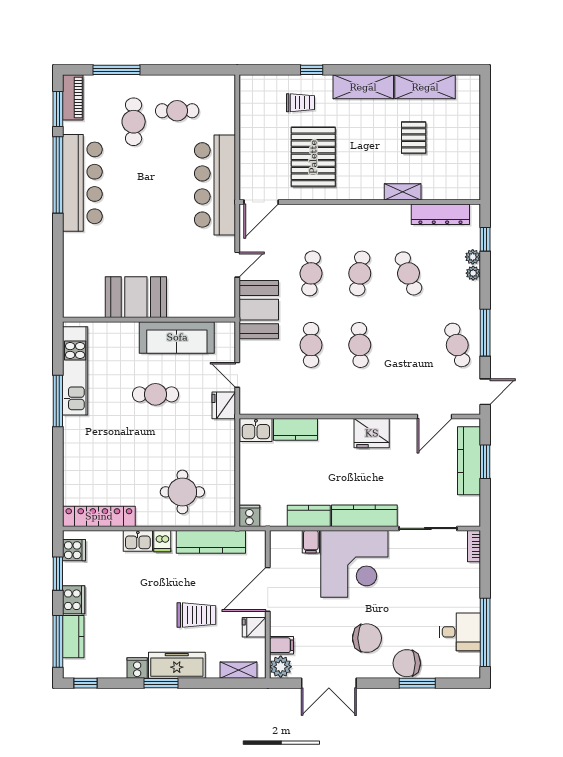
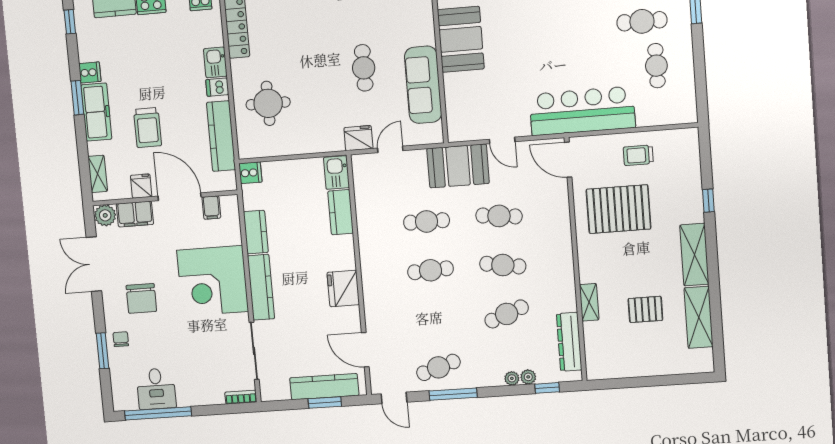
trolley: (300, 103) -> (638, 155), moved, turned 90
filing cabinet: (311, 542) -> (211, 208), moved, turned -90
filing cabinet: (282, 645) -> (135, 214), width x2.00
chair: (407, 663) -> (121, 339), width x0.54, depth x0.54

